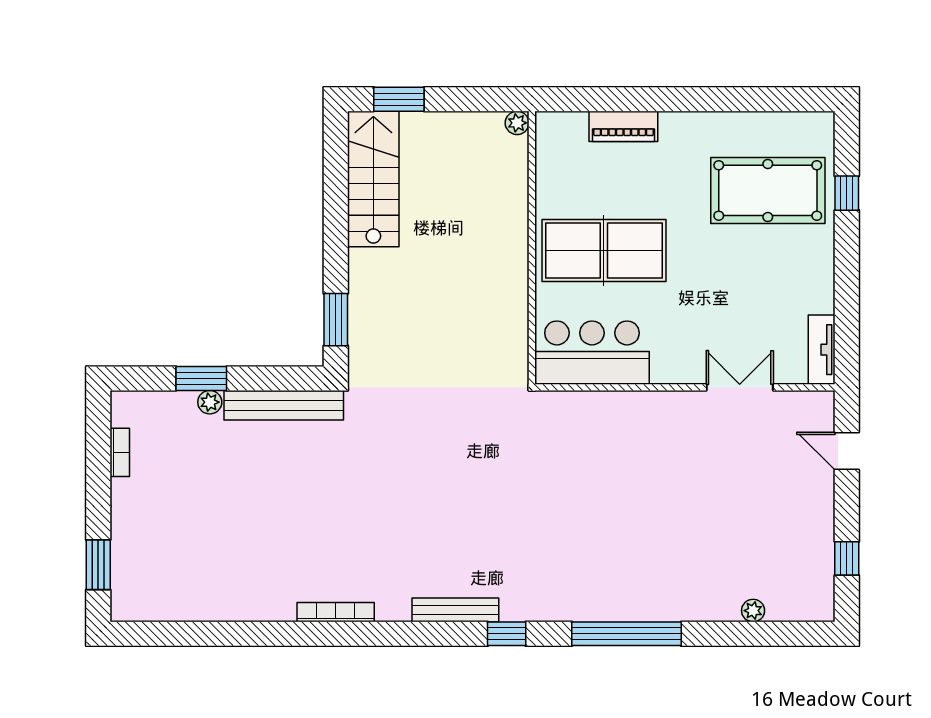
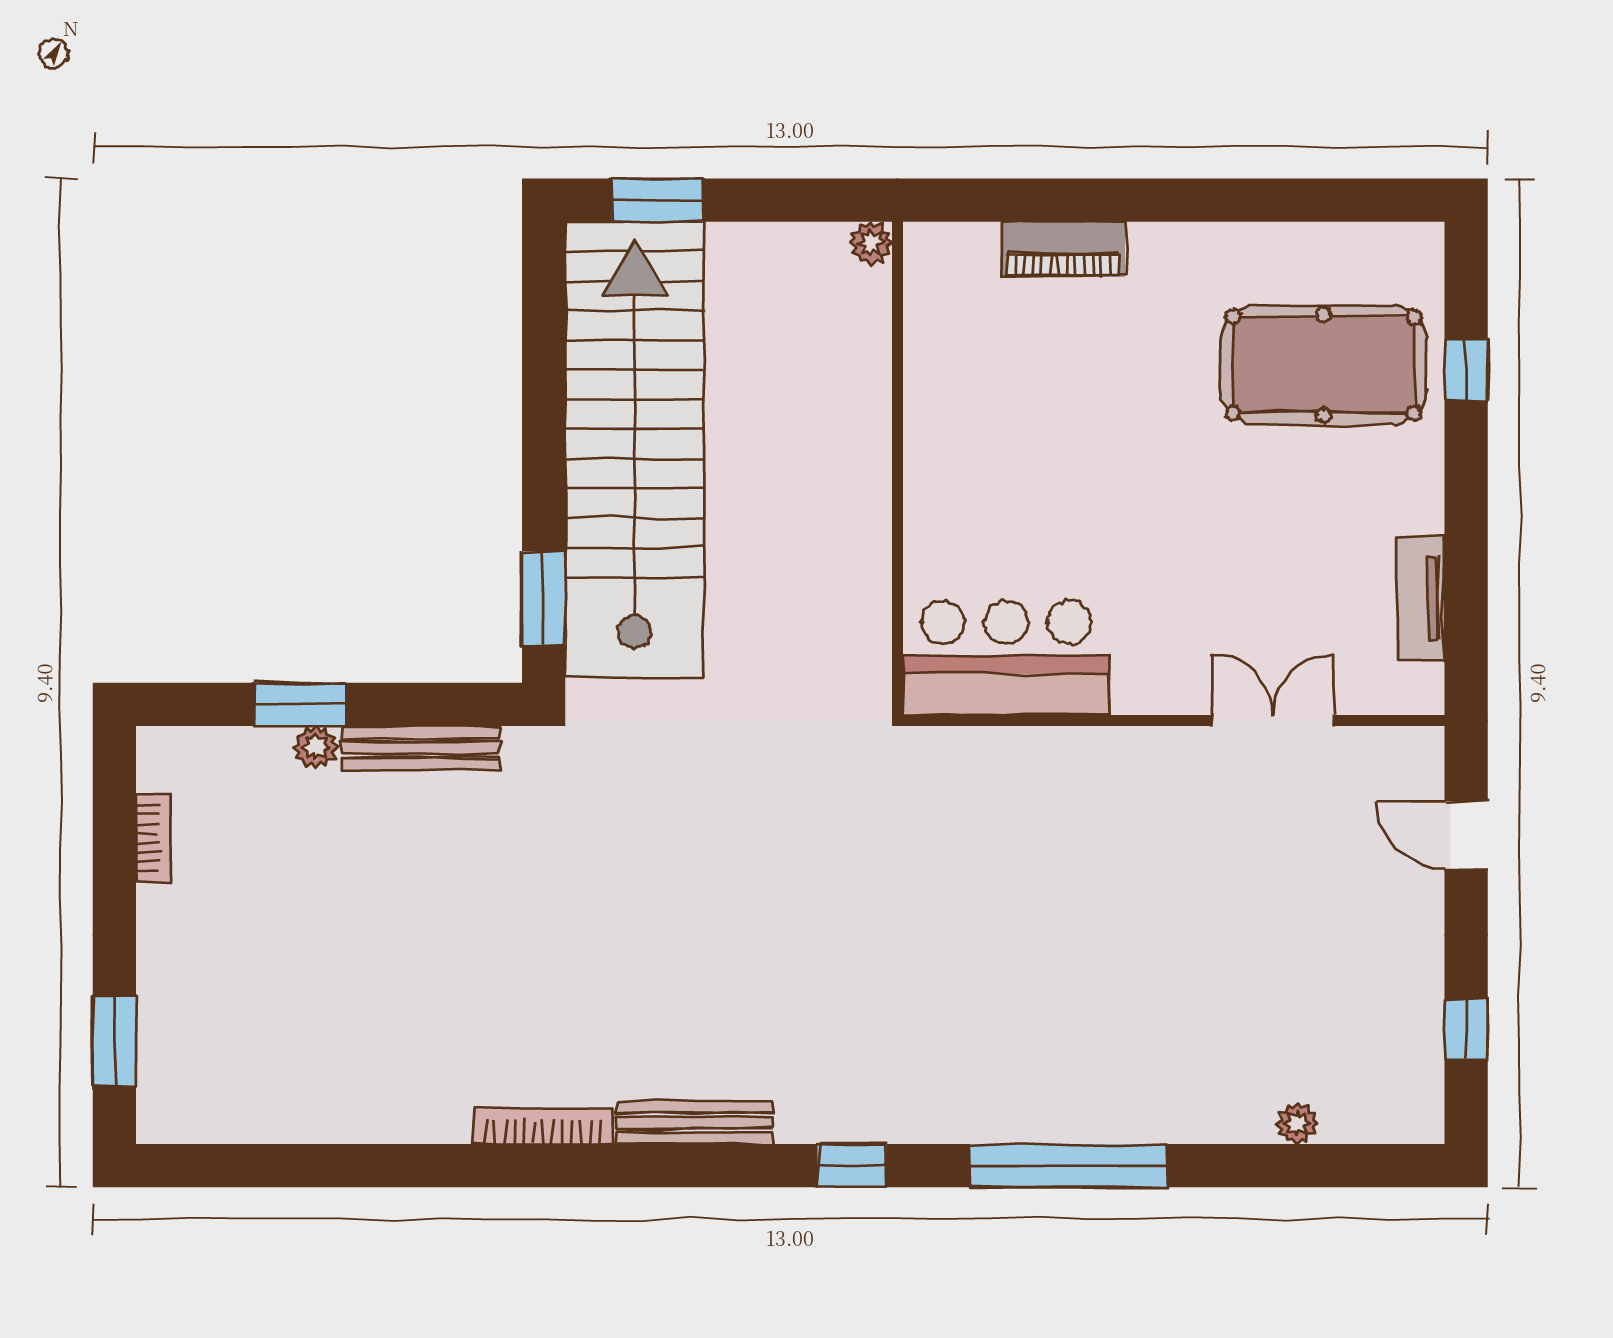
stairs: (373, 179) -> (635, 450), width x1.86, depth x1.51
table tennis table: (604, 250) -> (1028, 473), removed
tv unit: (822, 350) -> (1421, 599), moved
bench: (284, 405) -> (420, 748), width x0.73, depth x0.82
bench: (455, 610) -> (695, 1122), moved

